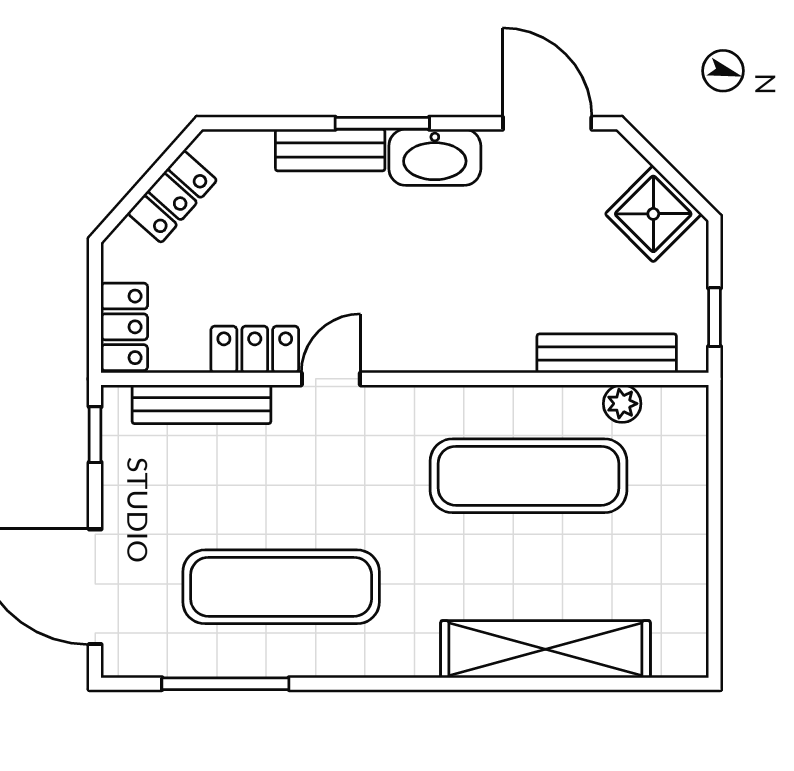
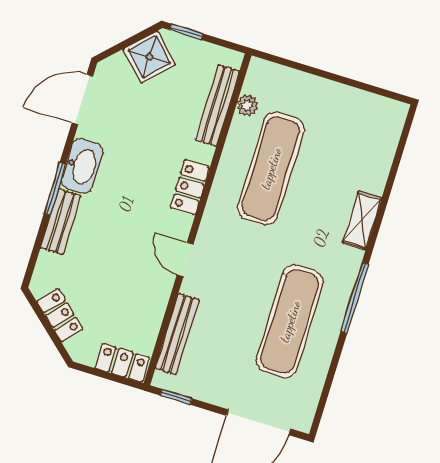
window: (715, 317) -> (187, 32), moved
locker: (255, 350) -> (190, 188), moved
shelving: (545, 649) -> (362, 220), width x0.45, depth x0.75
window: (225, 684) -> (355, 298), moved

